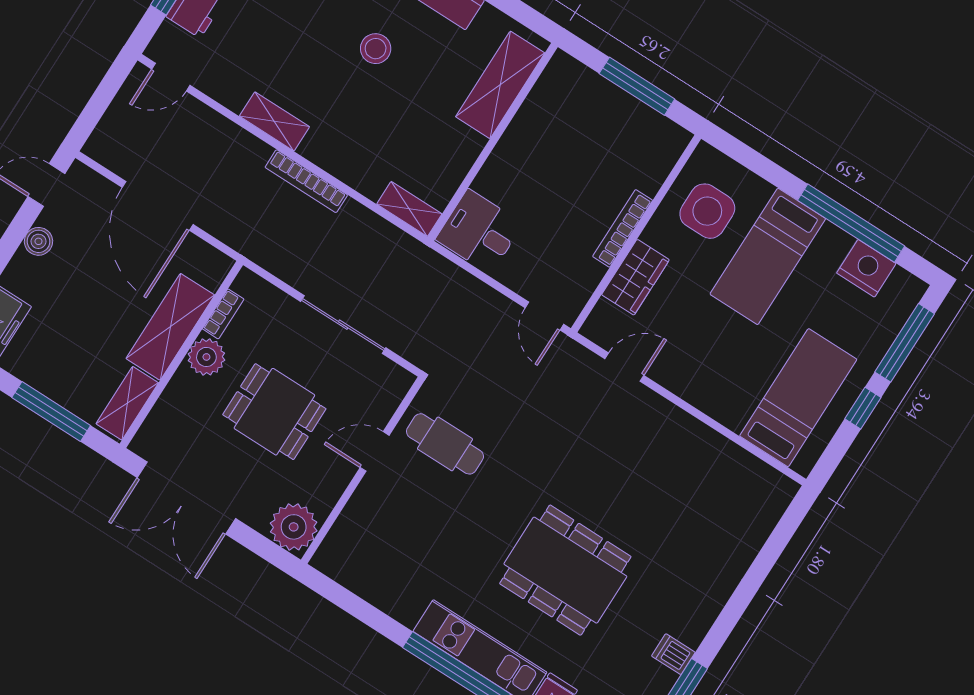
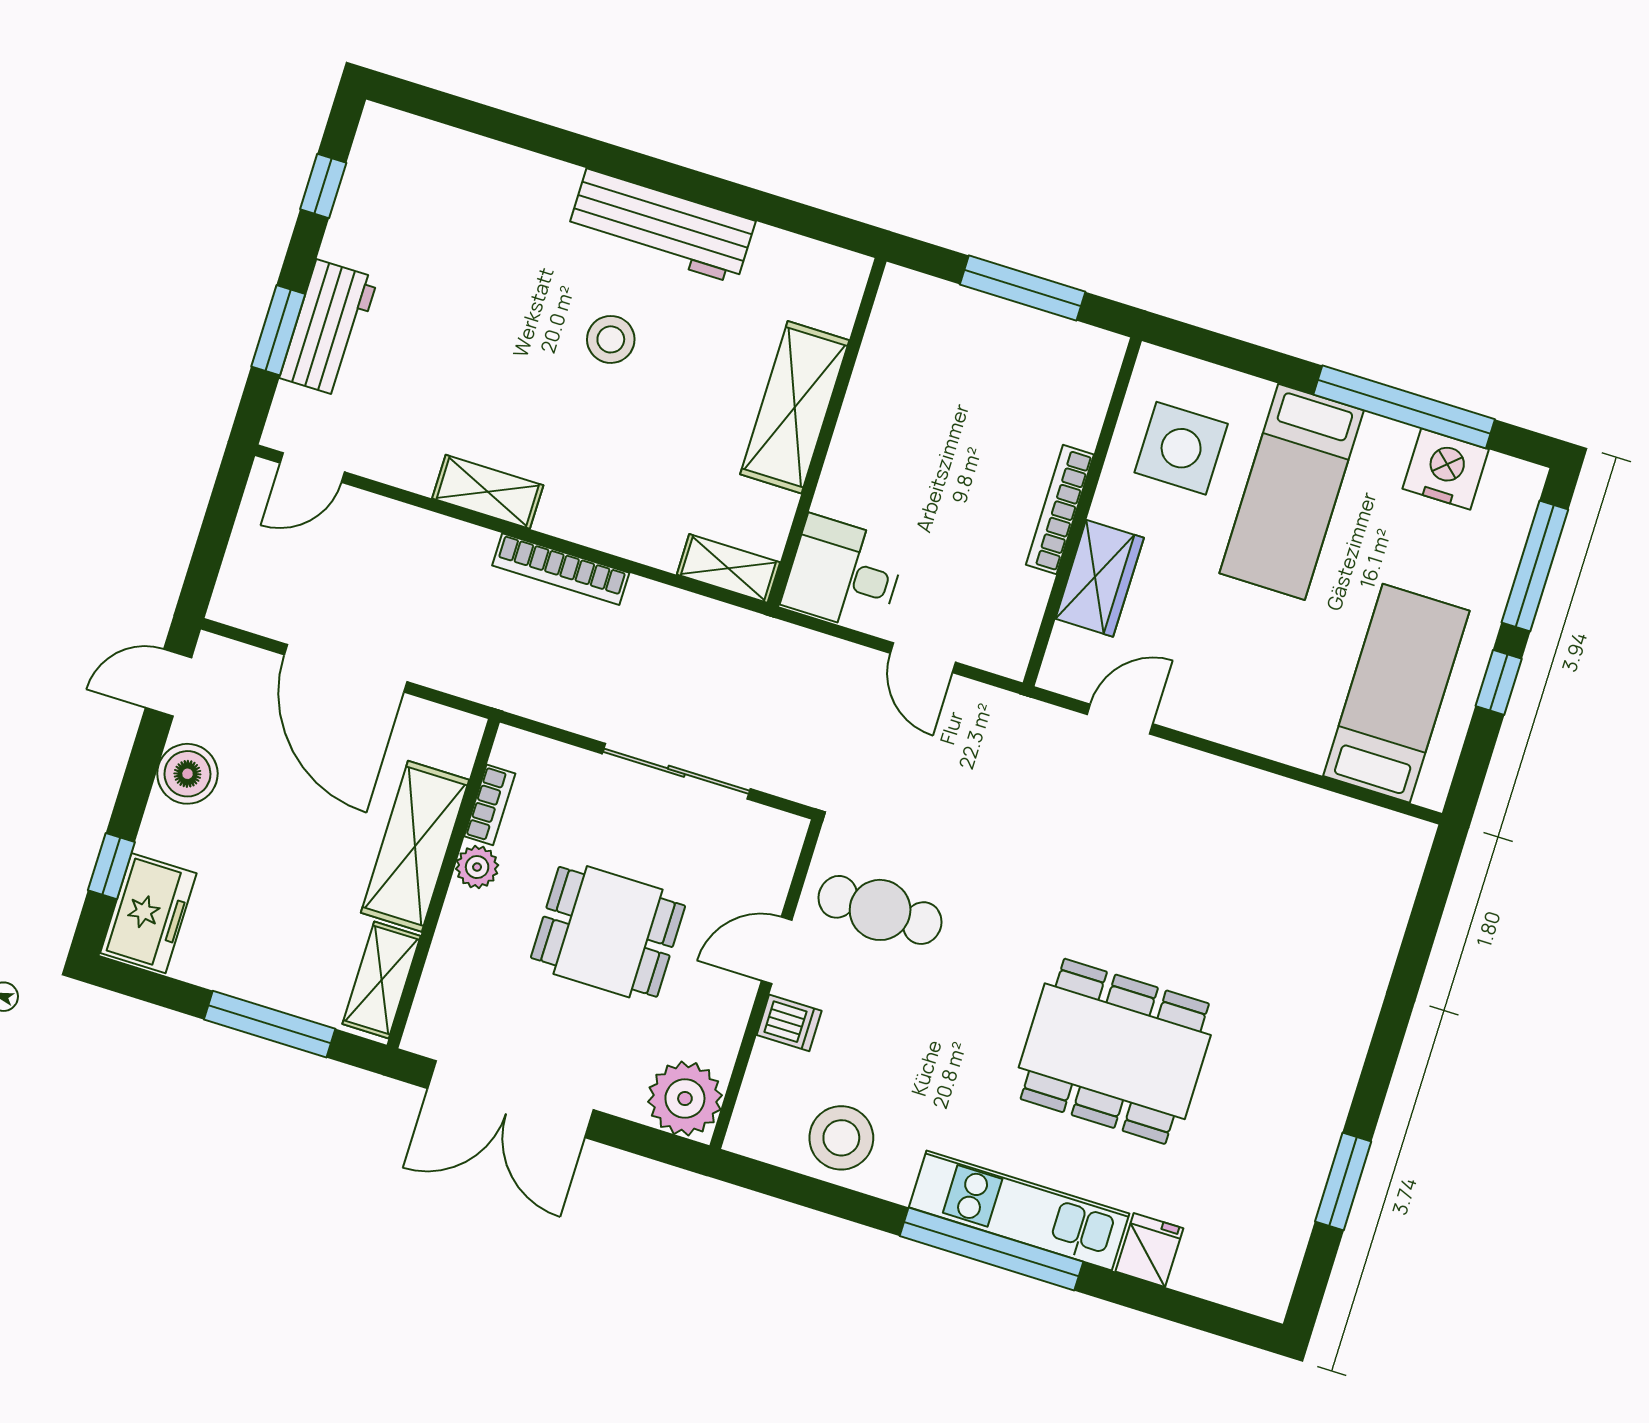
shelving: (500, 85) -> (795, 407), moved
boiler: (38, 241) -> (187, 774), width x1.36, depth x1.36
door: (544, 316) -> (923, 658), moved
plant: (206, 357) -> (477, 867), width x0.73, depth x0.73
stool: (383, 577) -> (841, 1138), added
dishwasher: (673, 654) -> (789, 1023), moved, turned 180

